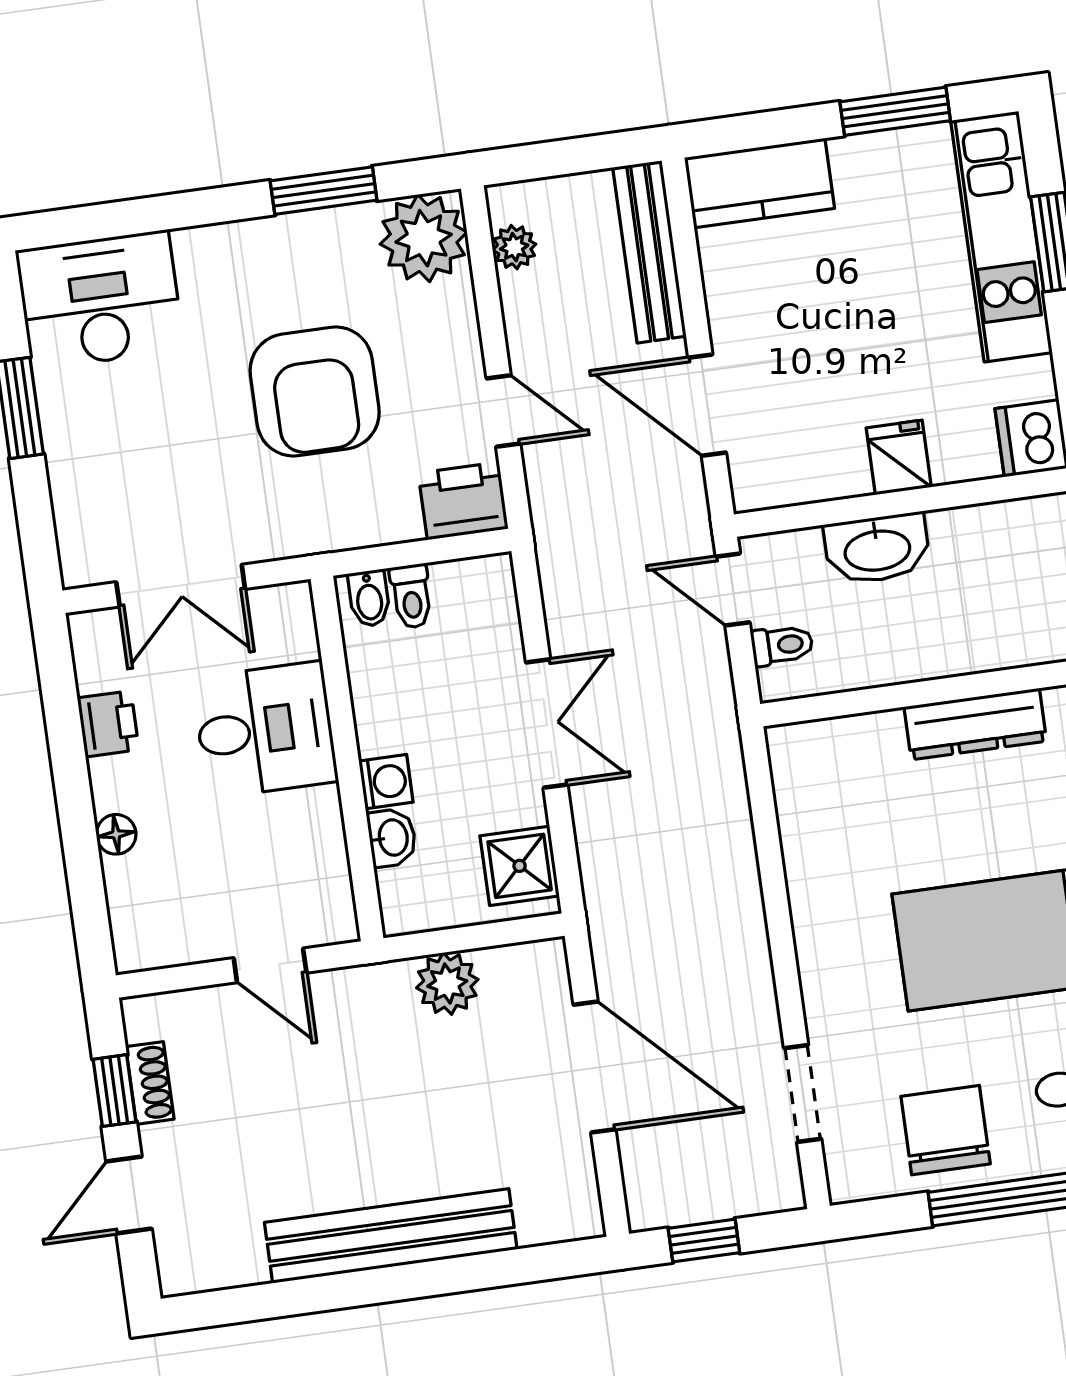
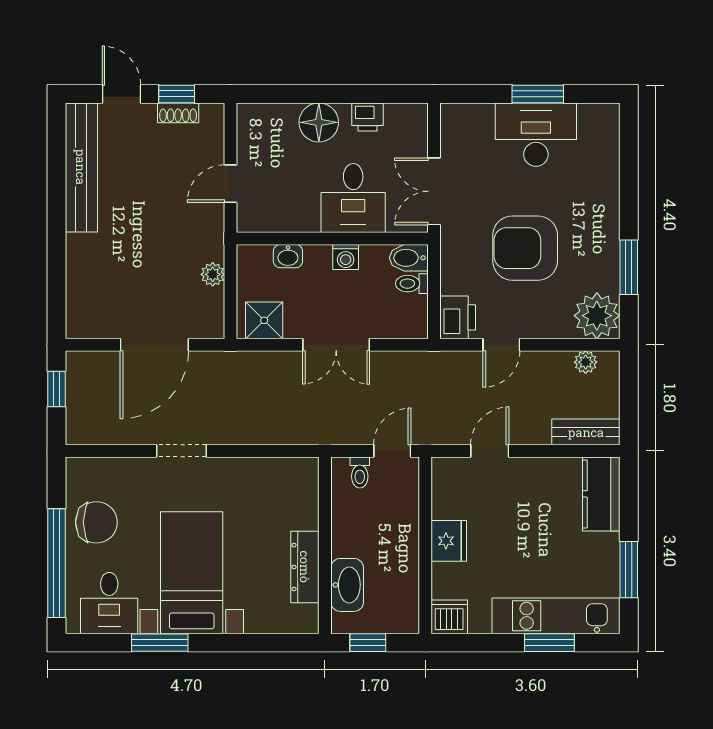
bench: (650, 252) -> (586, 432), width x0.73
desk: (100, 300) -> (536, 135), moved, turned -90
door: (707, 405) -> (490, 451), width x0.73
fridge: (899, 457) -> (449, 541), width x1.38
washbasin: (877, 549) -> (347, 585), moved, turned 180
double door: (181, 586) -> (434, 191), moved
bidet: (369, 598) -> (409, 258), width x1.38, depth x1.36
washing machine: (386, 782) -> (346, 257), moved
floor lamp: (116, 834) -> (319, 122), width x1.89, depth x1.89
plant: (447, 984) -> (213, 274), width x0.73, depth x0.73
doorway: (803, 1093) -> (181, 451), moved
bench: (391, 1236) -> (81, 167), moved

